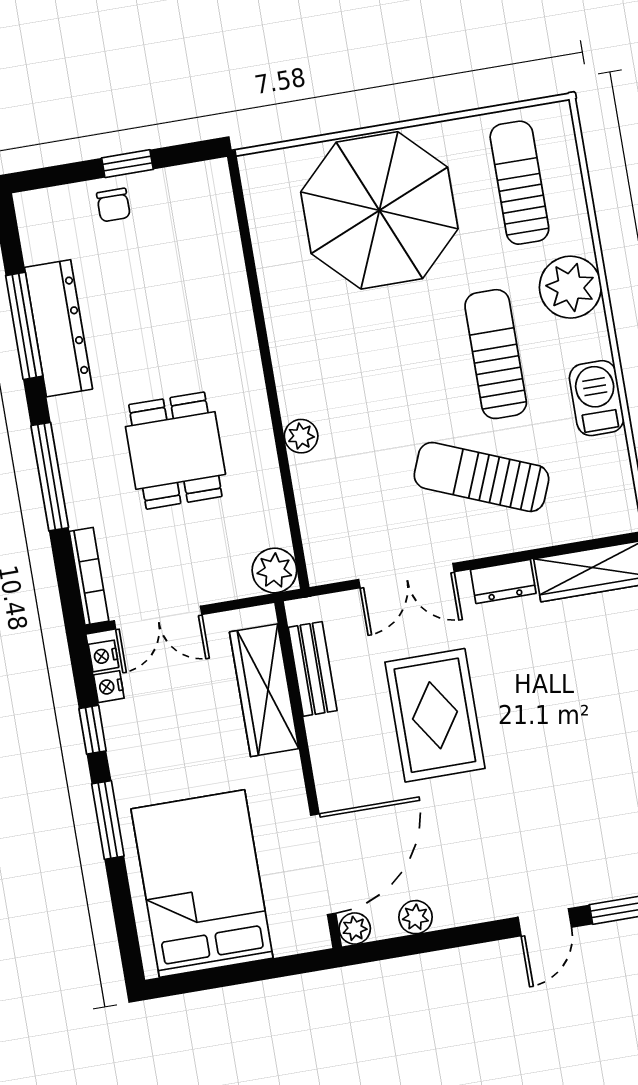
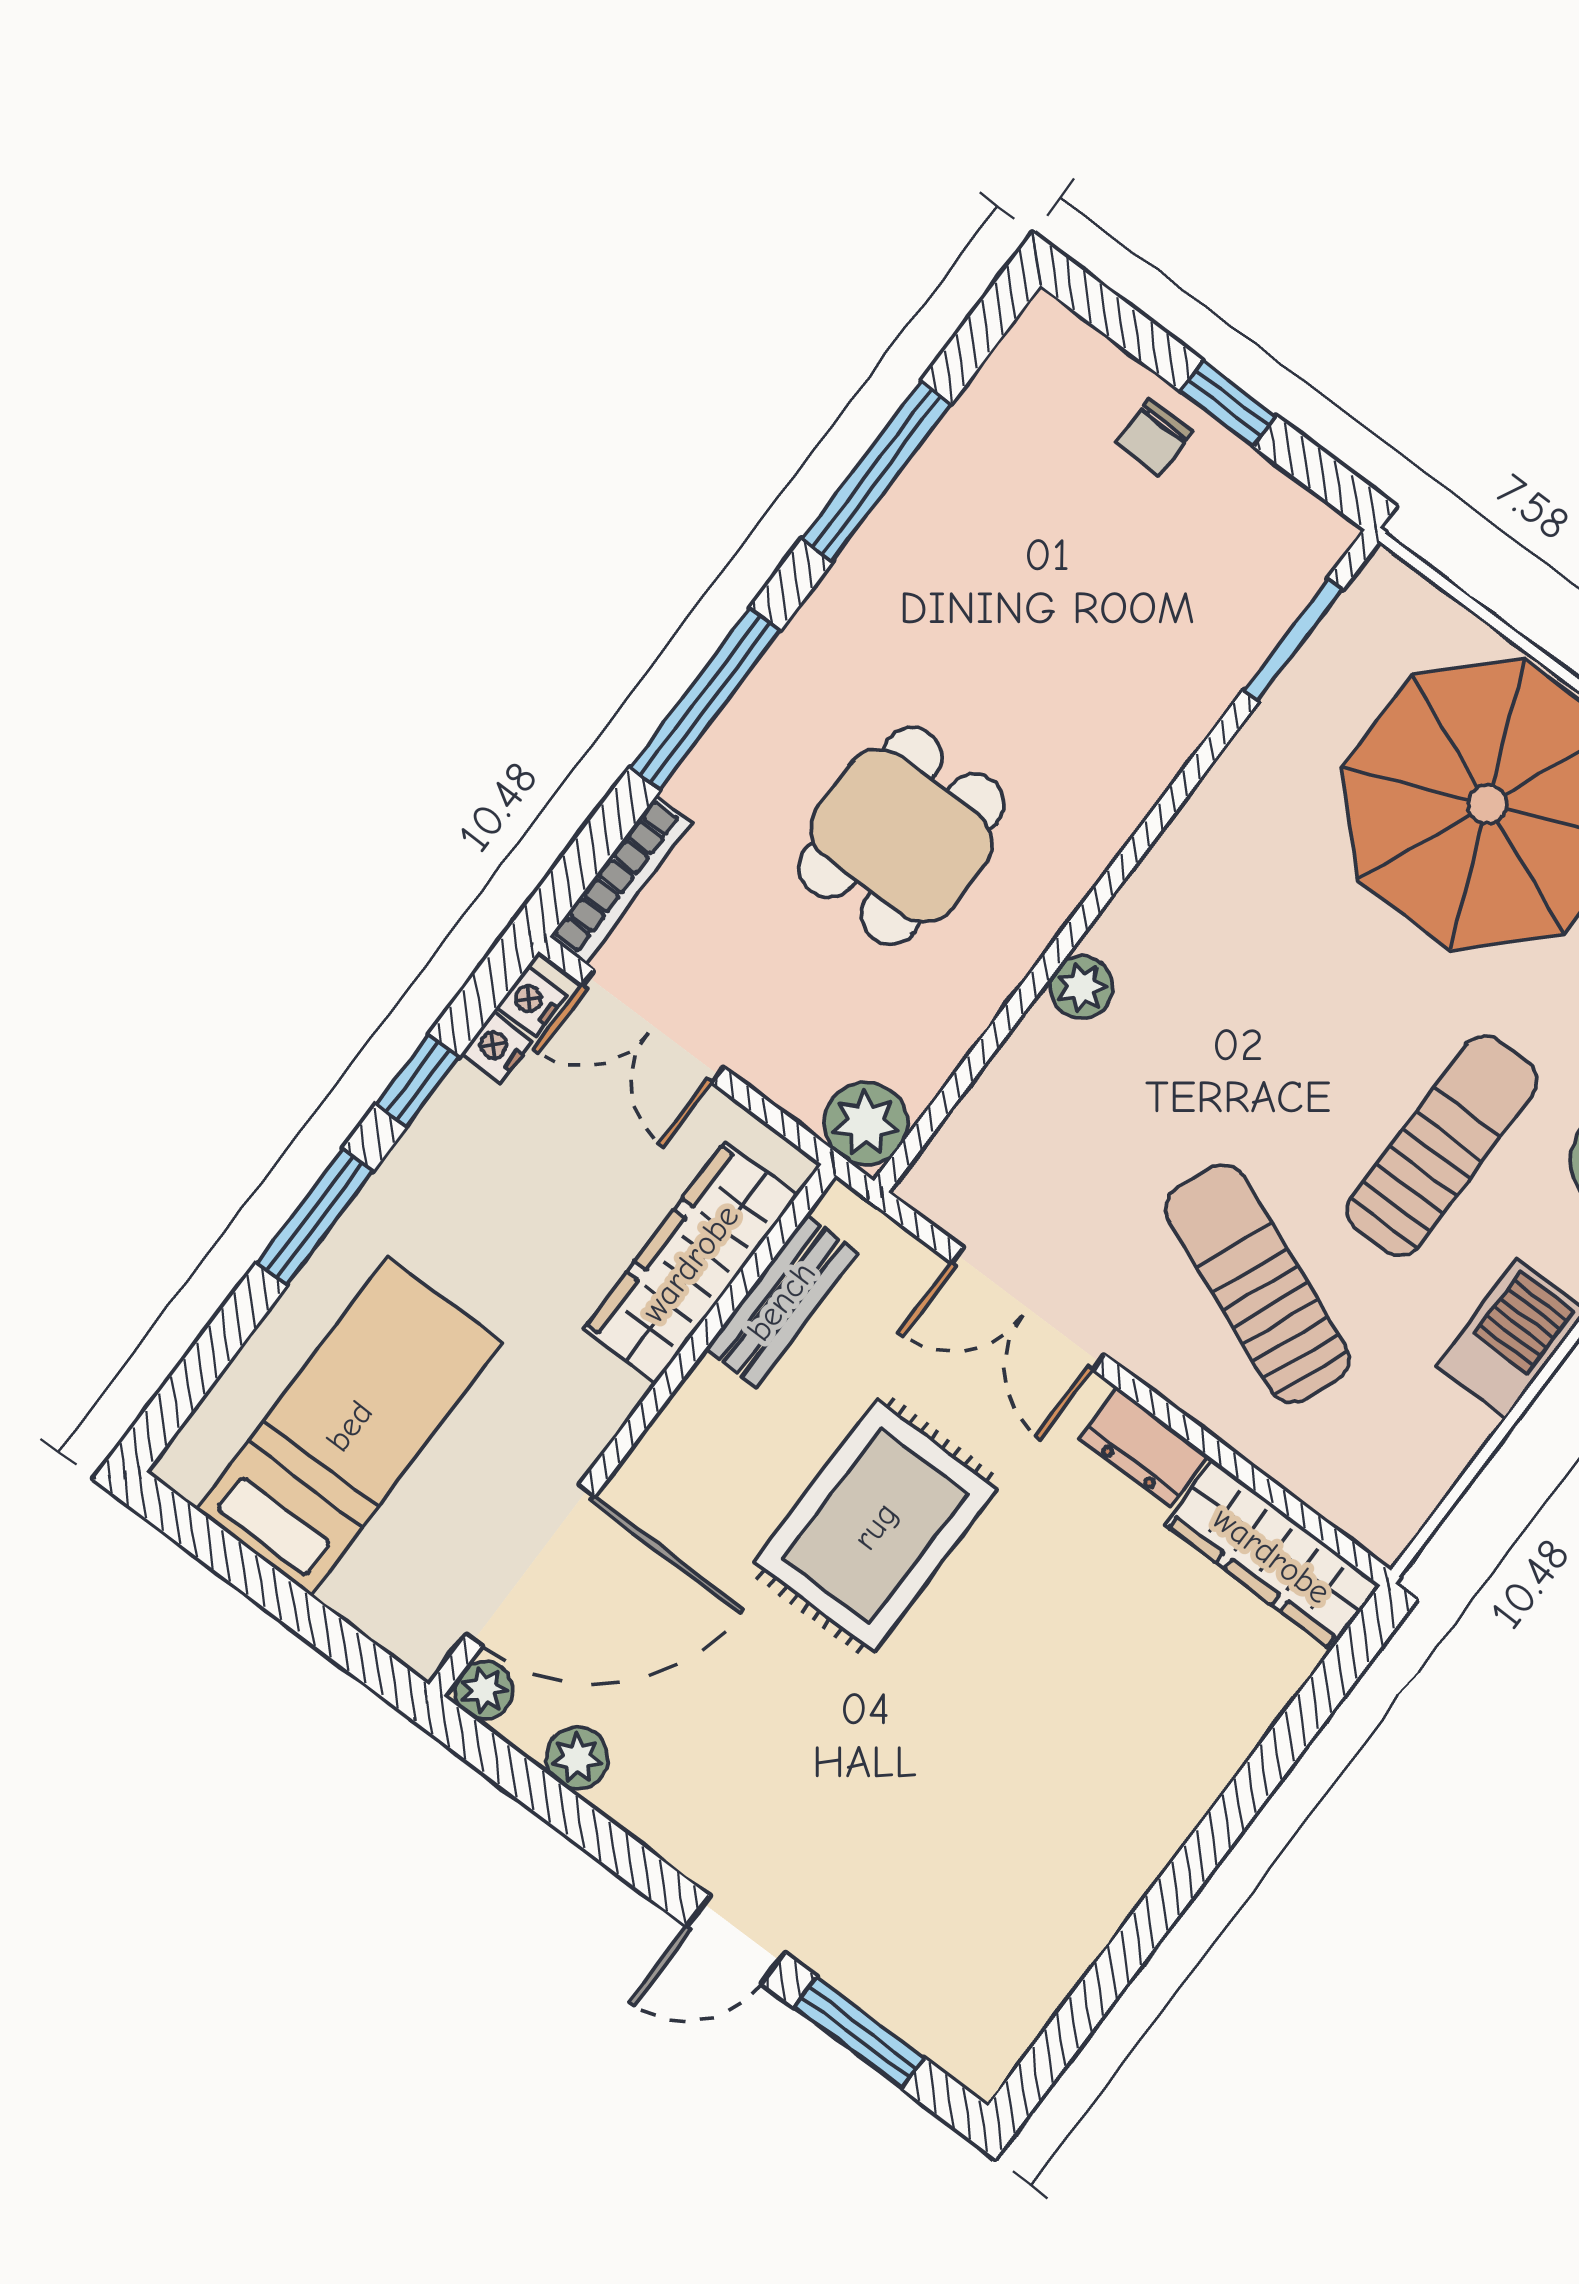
window: (244, 226) -> (1293, 640), added
dresser: (59, 328) -> (917, 521), removed
bed: (202, 883) -> (349, 1426), width x0.67

